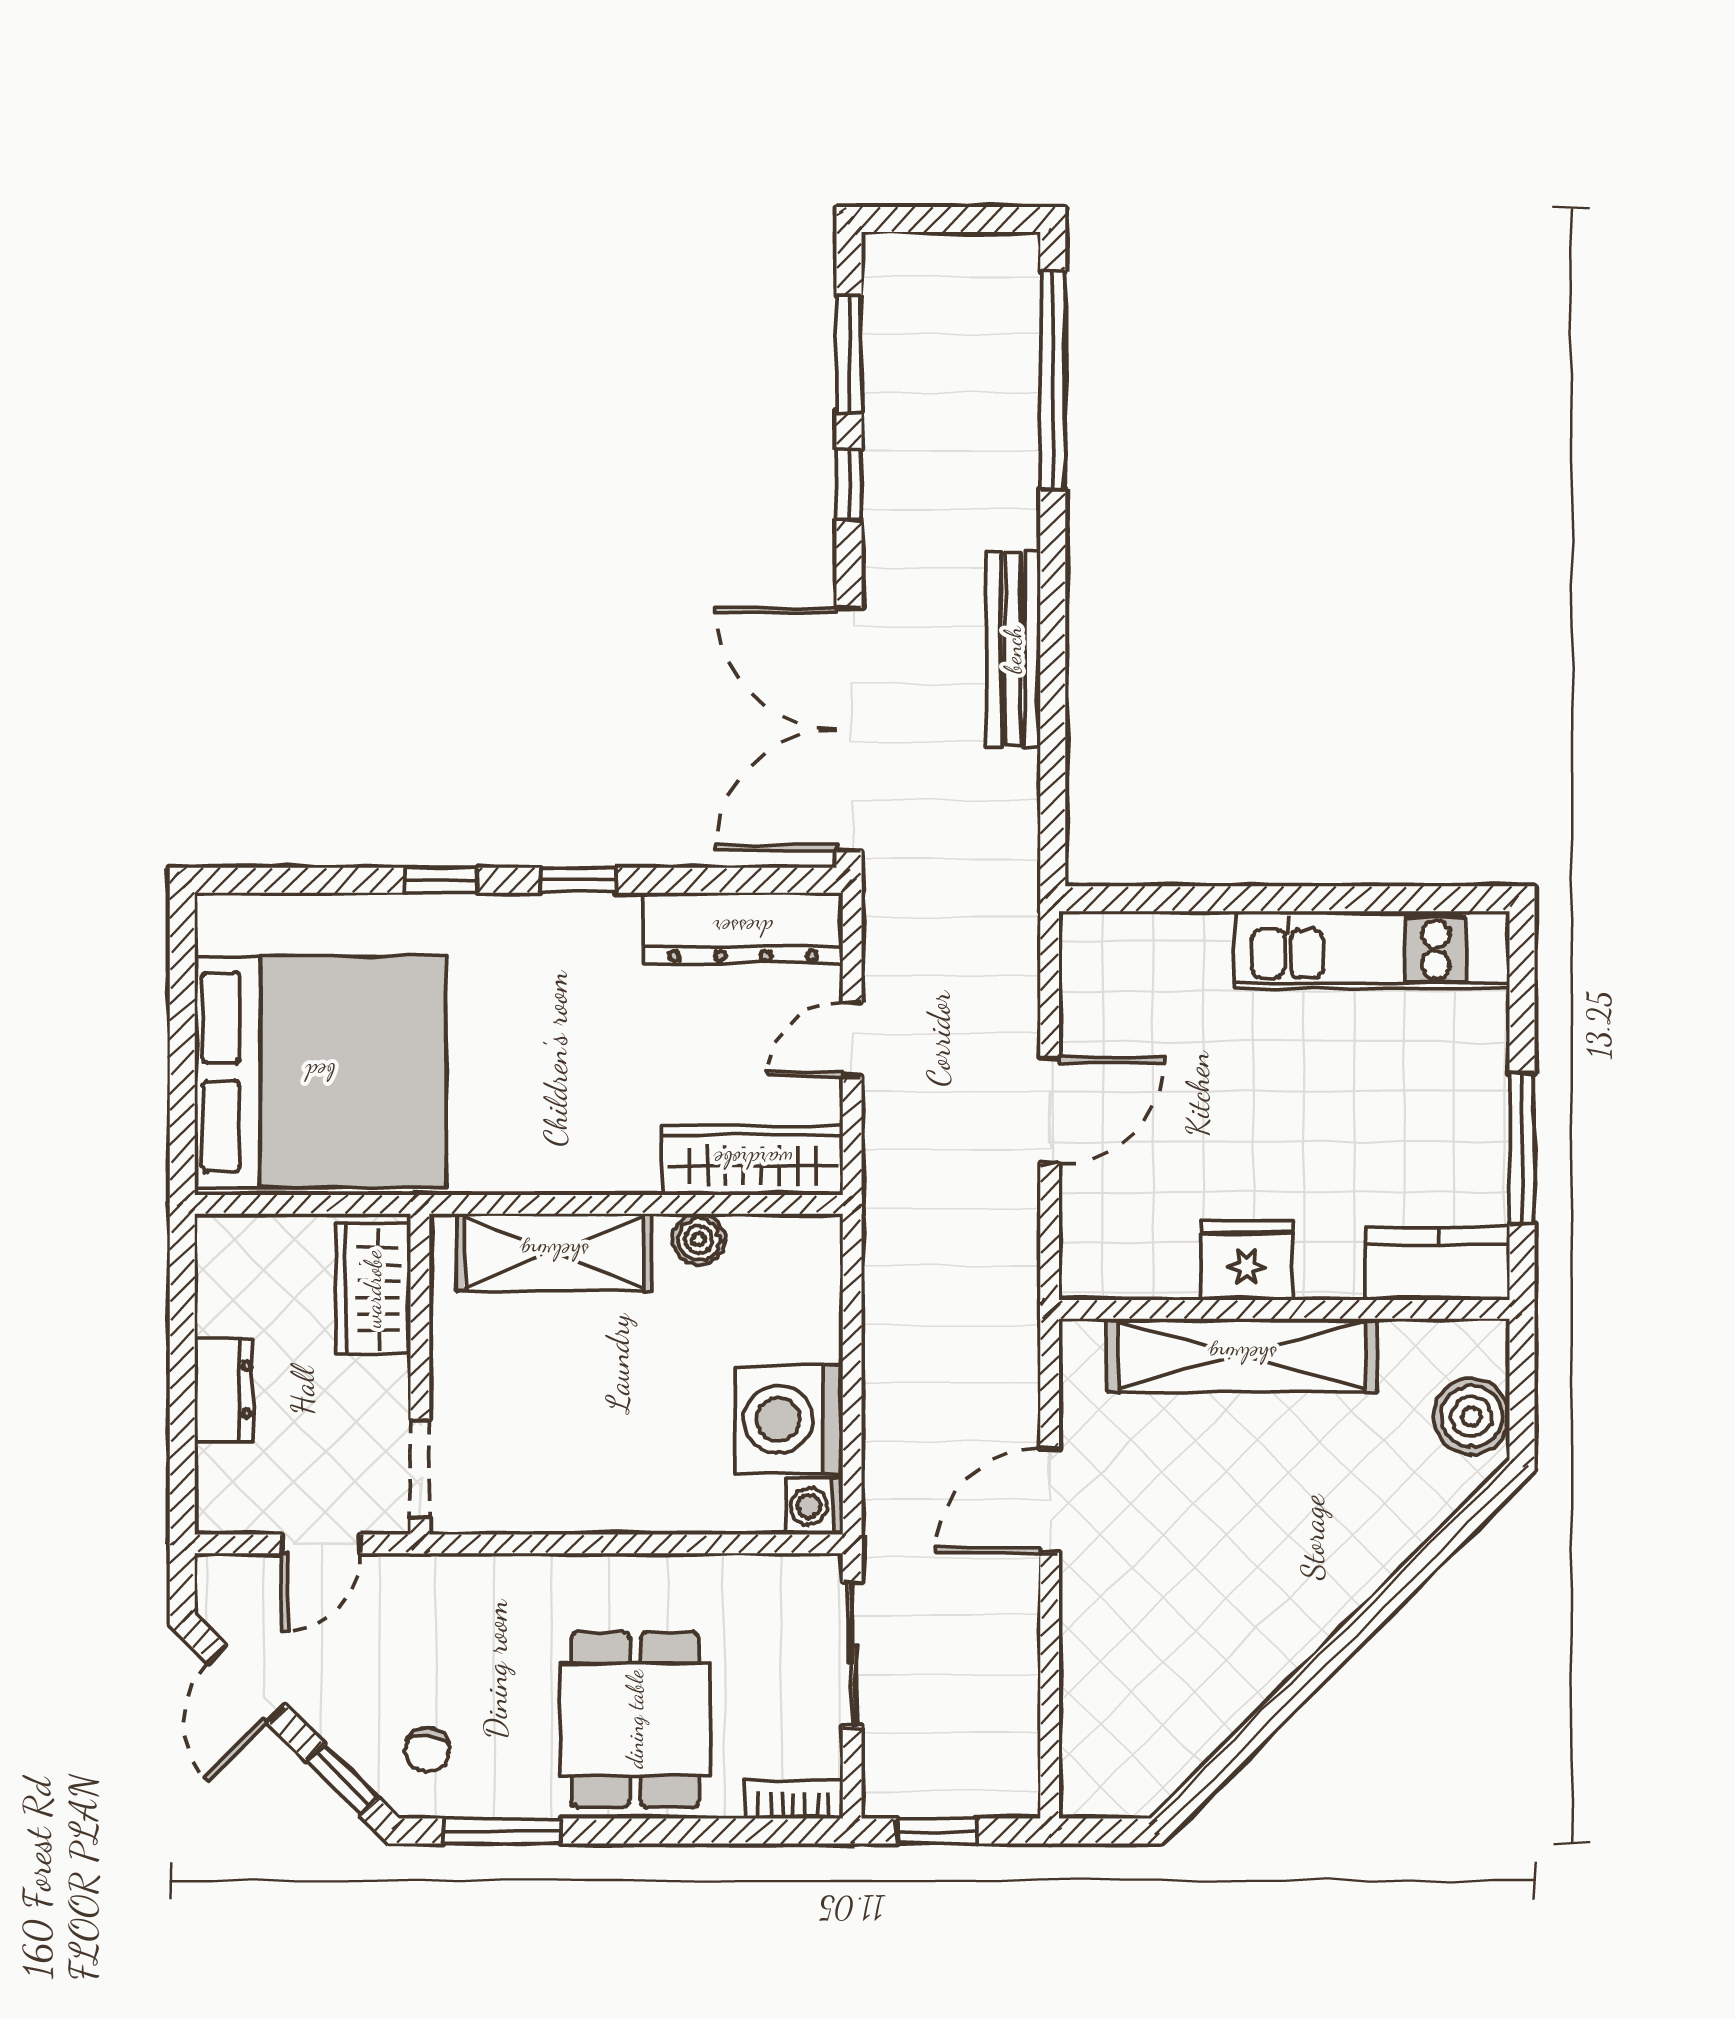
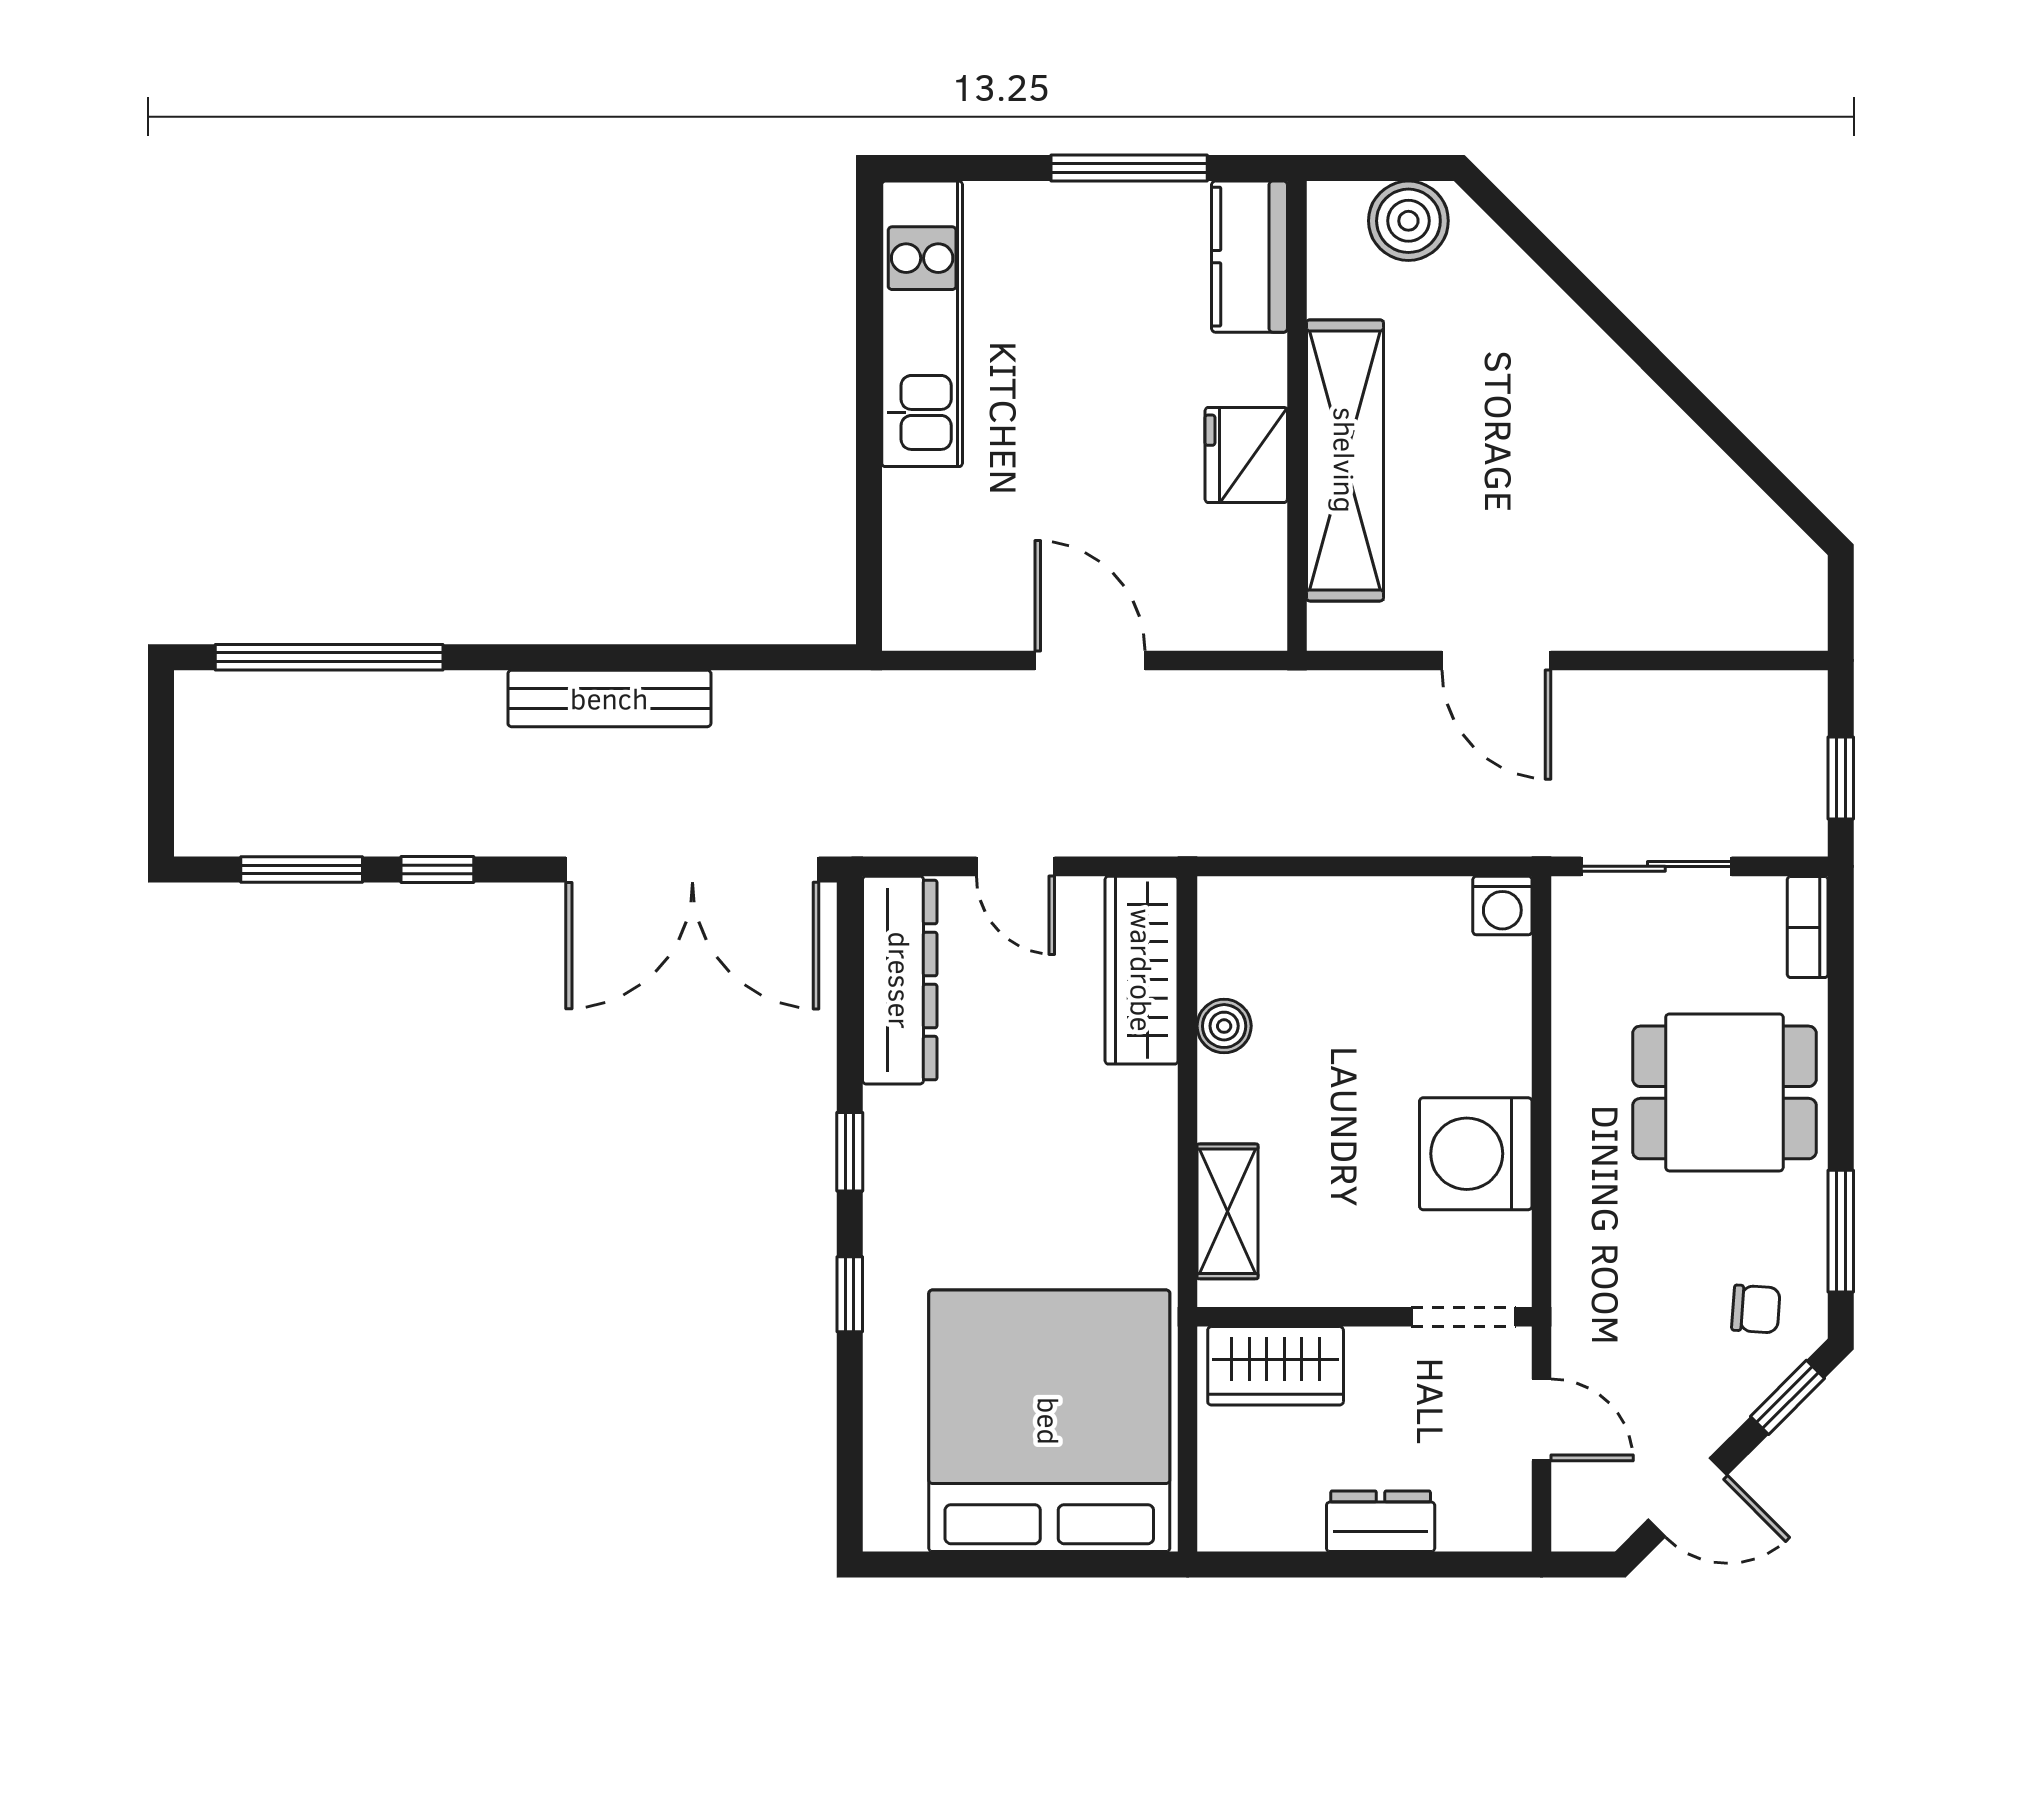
shelving: (554, 1252) -> (1228, 1211), width x0.67, depth x0.75
washing machine: (789, 1419) -> (1476, 1154), moved, turned 90

